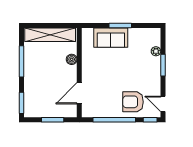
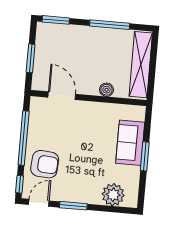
plant: (156, 51) -> (113, 195), width x1.88, depth x1.88
window: (163, 65) -> (73, 206), moved
armchair: (133, 102) -> (45, 164), turned 94

